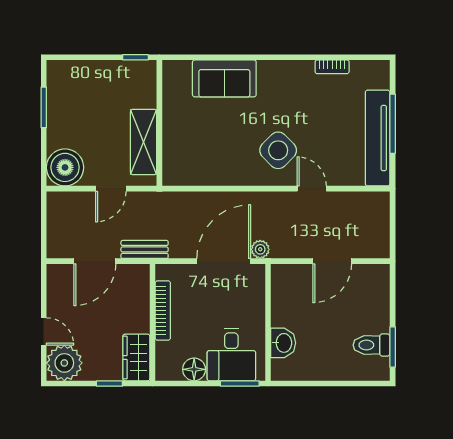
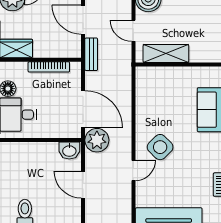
plant: (260, 249) -> (97, 140), width x1.88, depth x1.88
washbasin: (283, 343) -> (69, 151), moved

